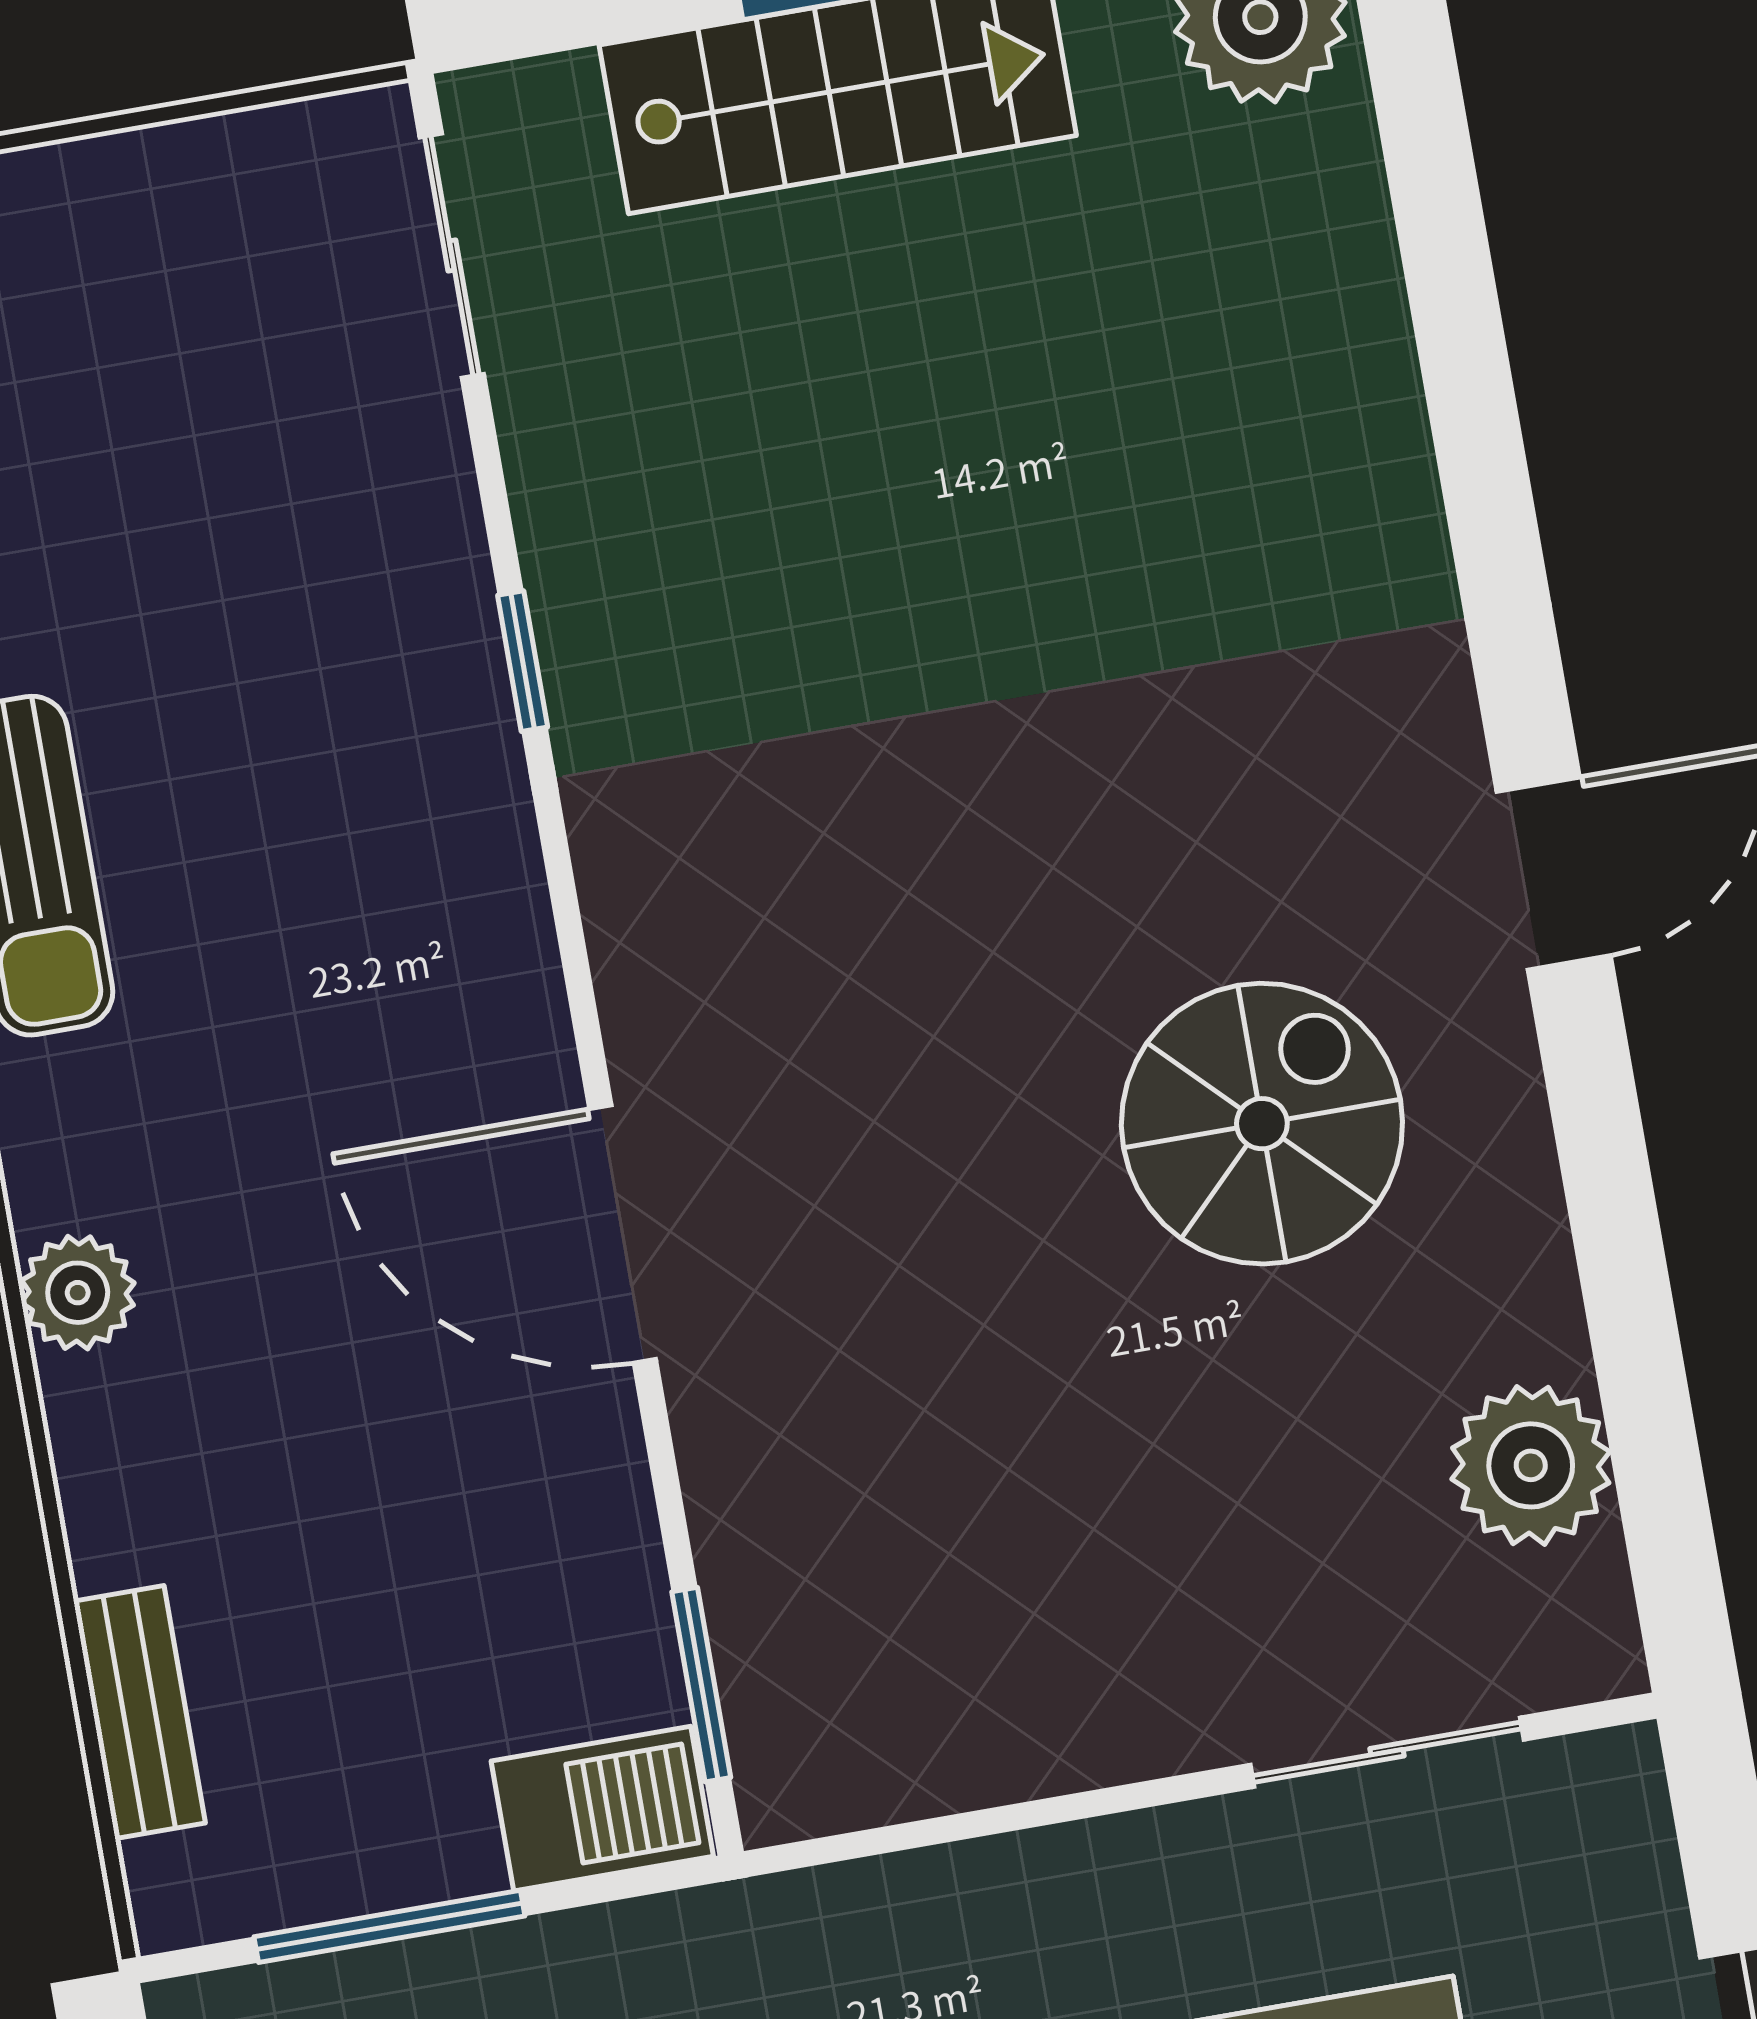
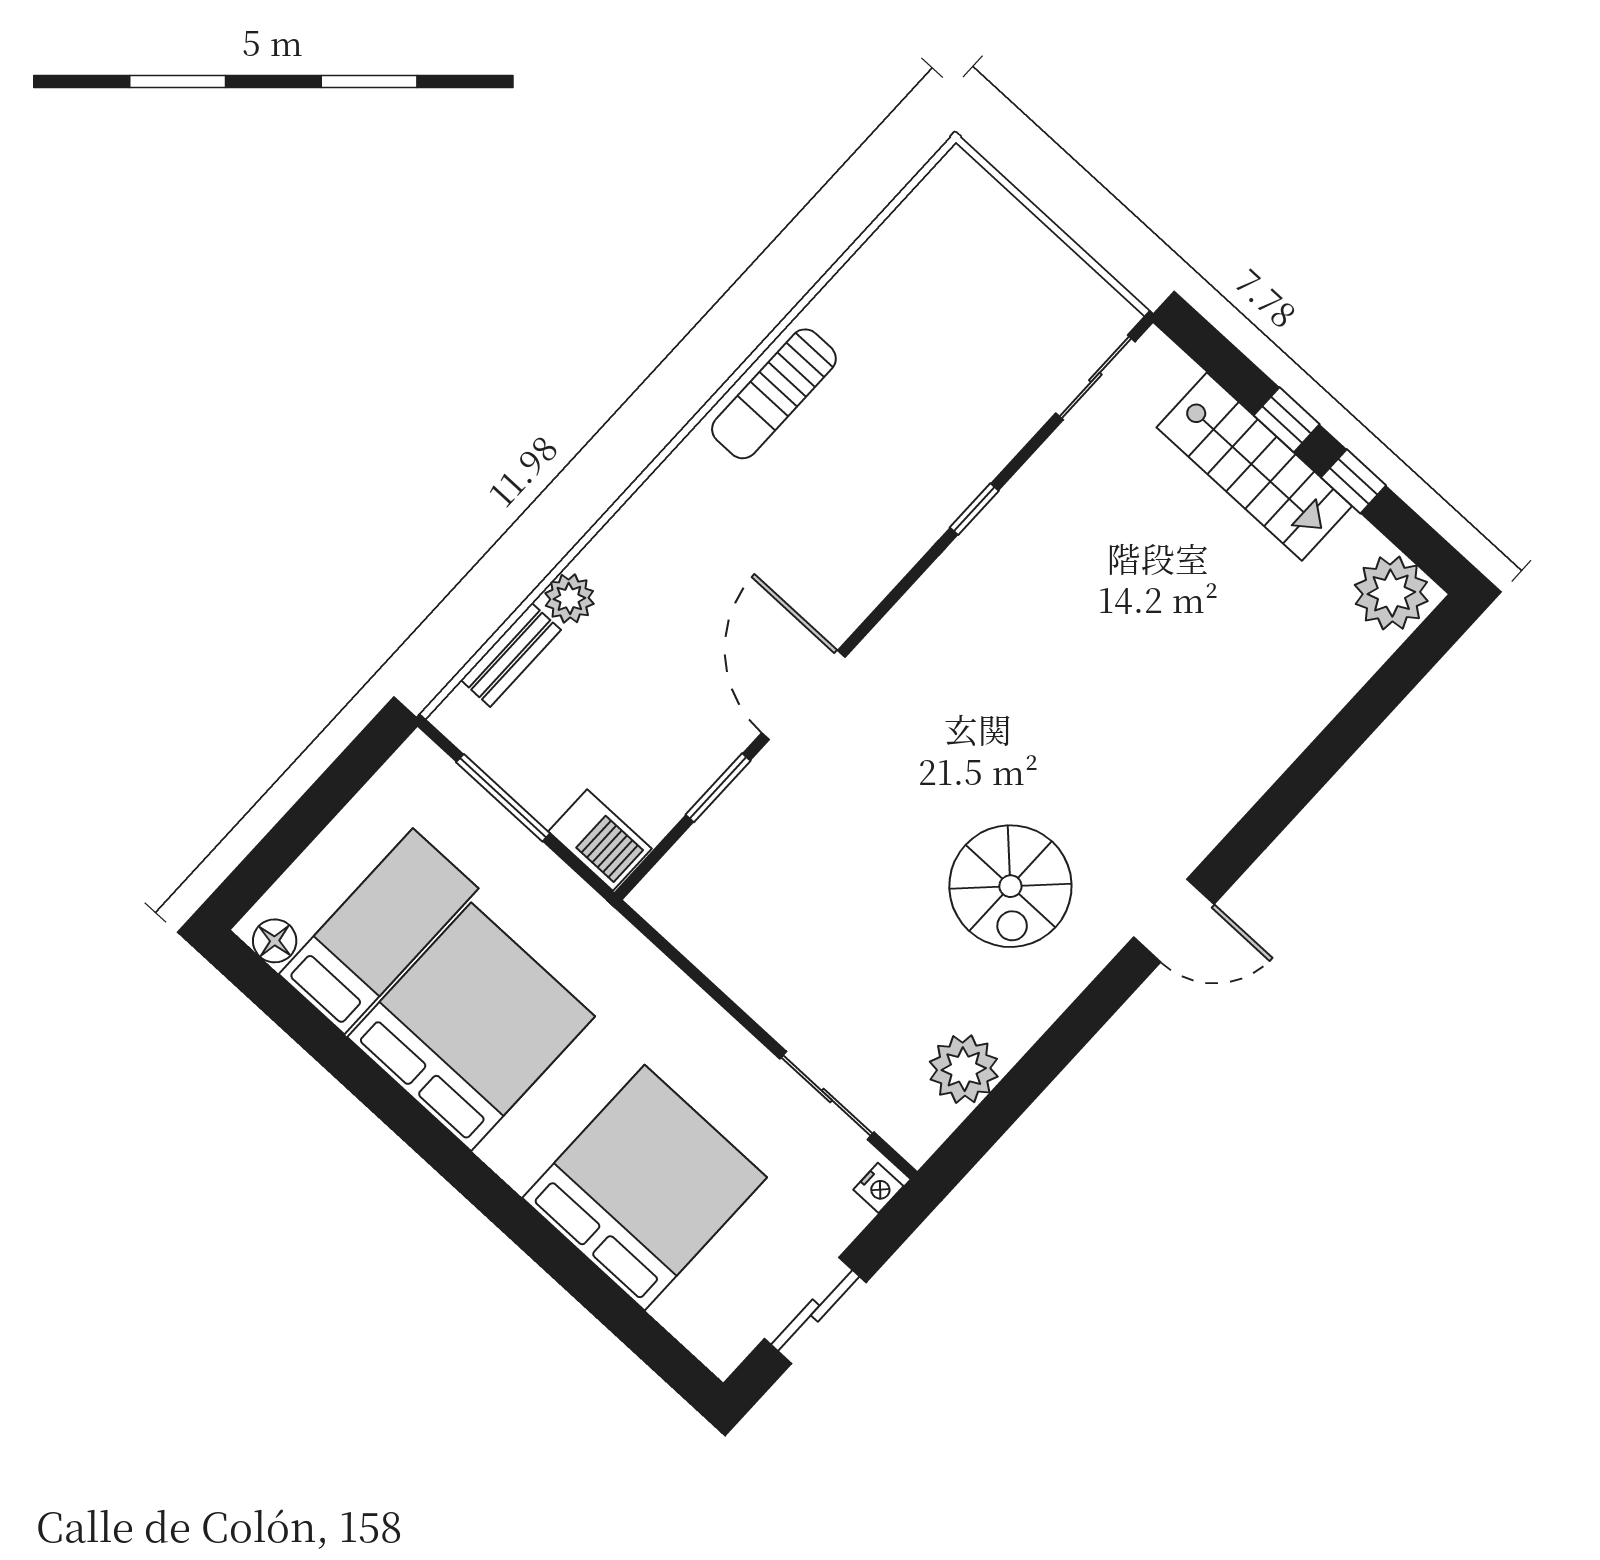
spiral stairs: (1262, 1124) -> (1010, 886), turned 90
plant: (78, 1293) -> (569, 598), moved
window: (701, 1685) -> (718, 788), moved
nightstand: (1628, 1788) -> (878, 1188), added

